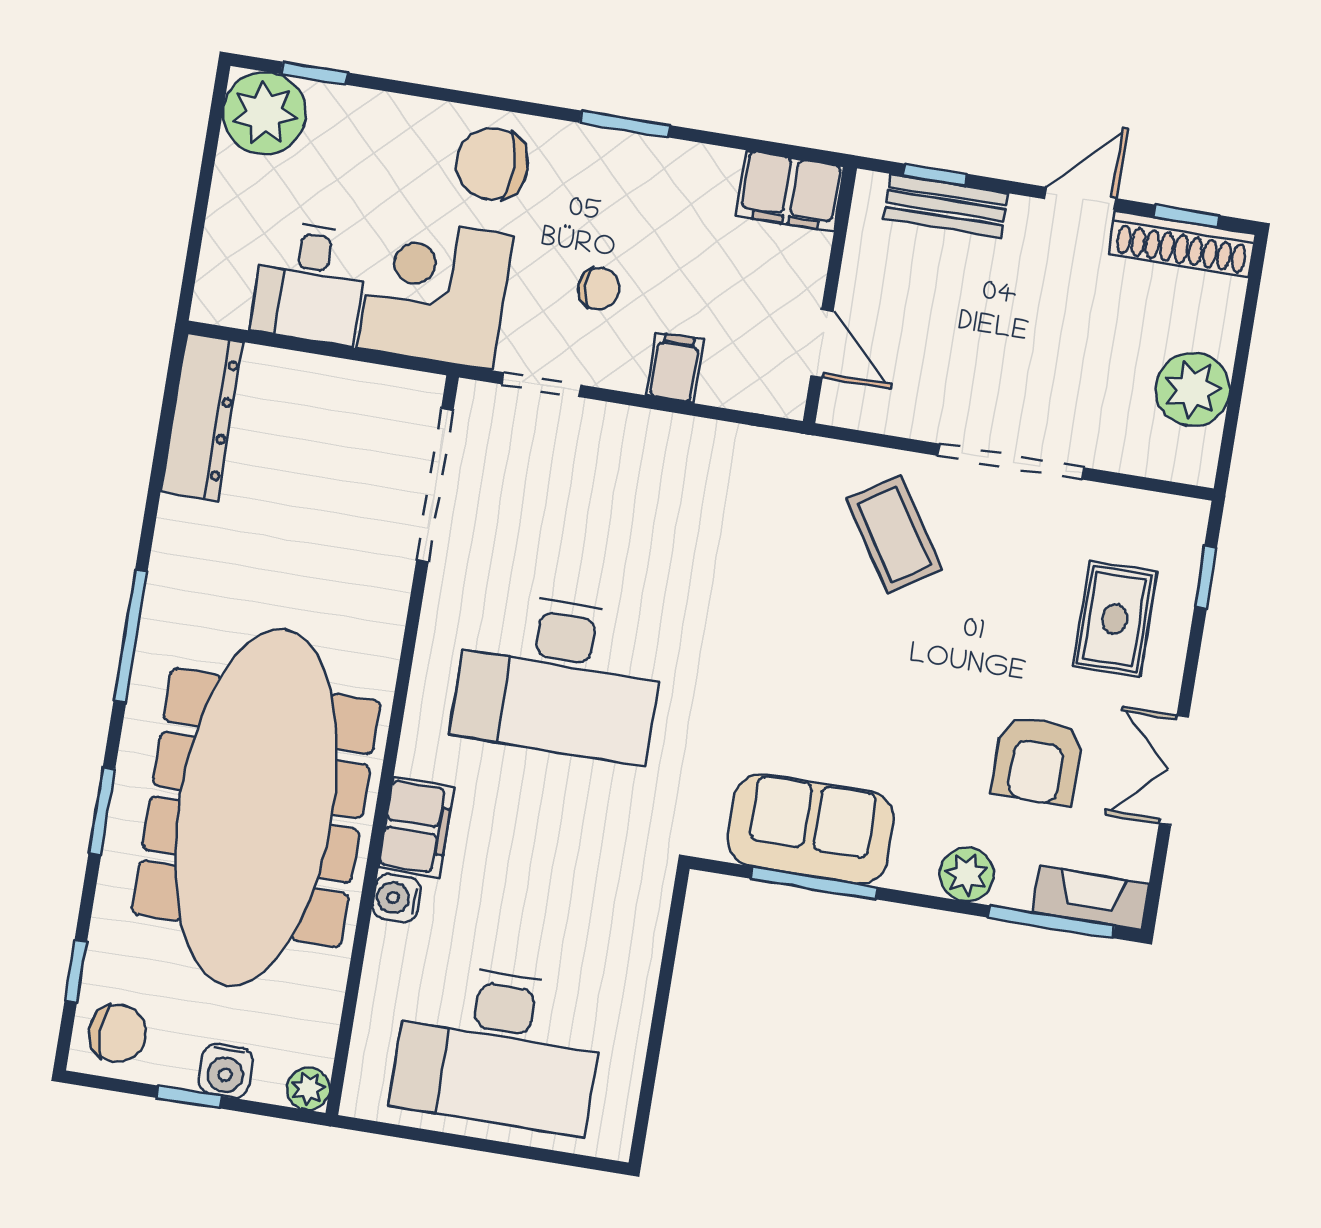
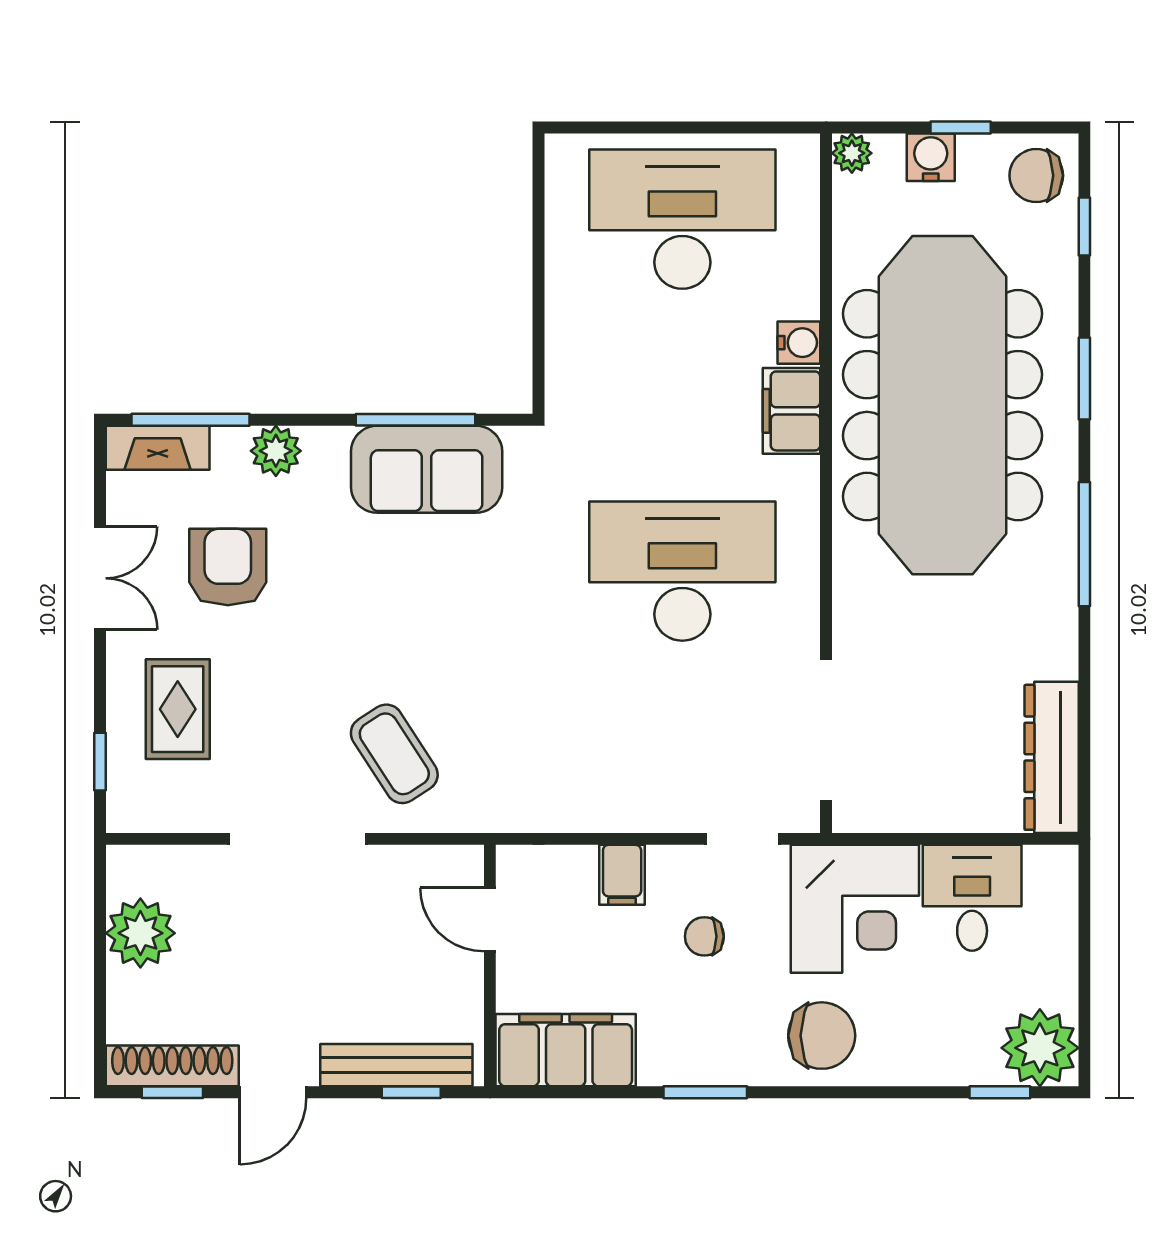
filing cabinet: (790, 191) -> (566, 1050), width x1.50, depth x1.17
bench: (946, 206) -> (396, 1065), width x1.36

